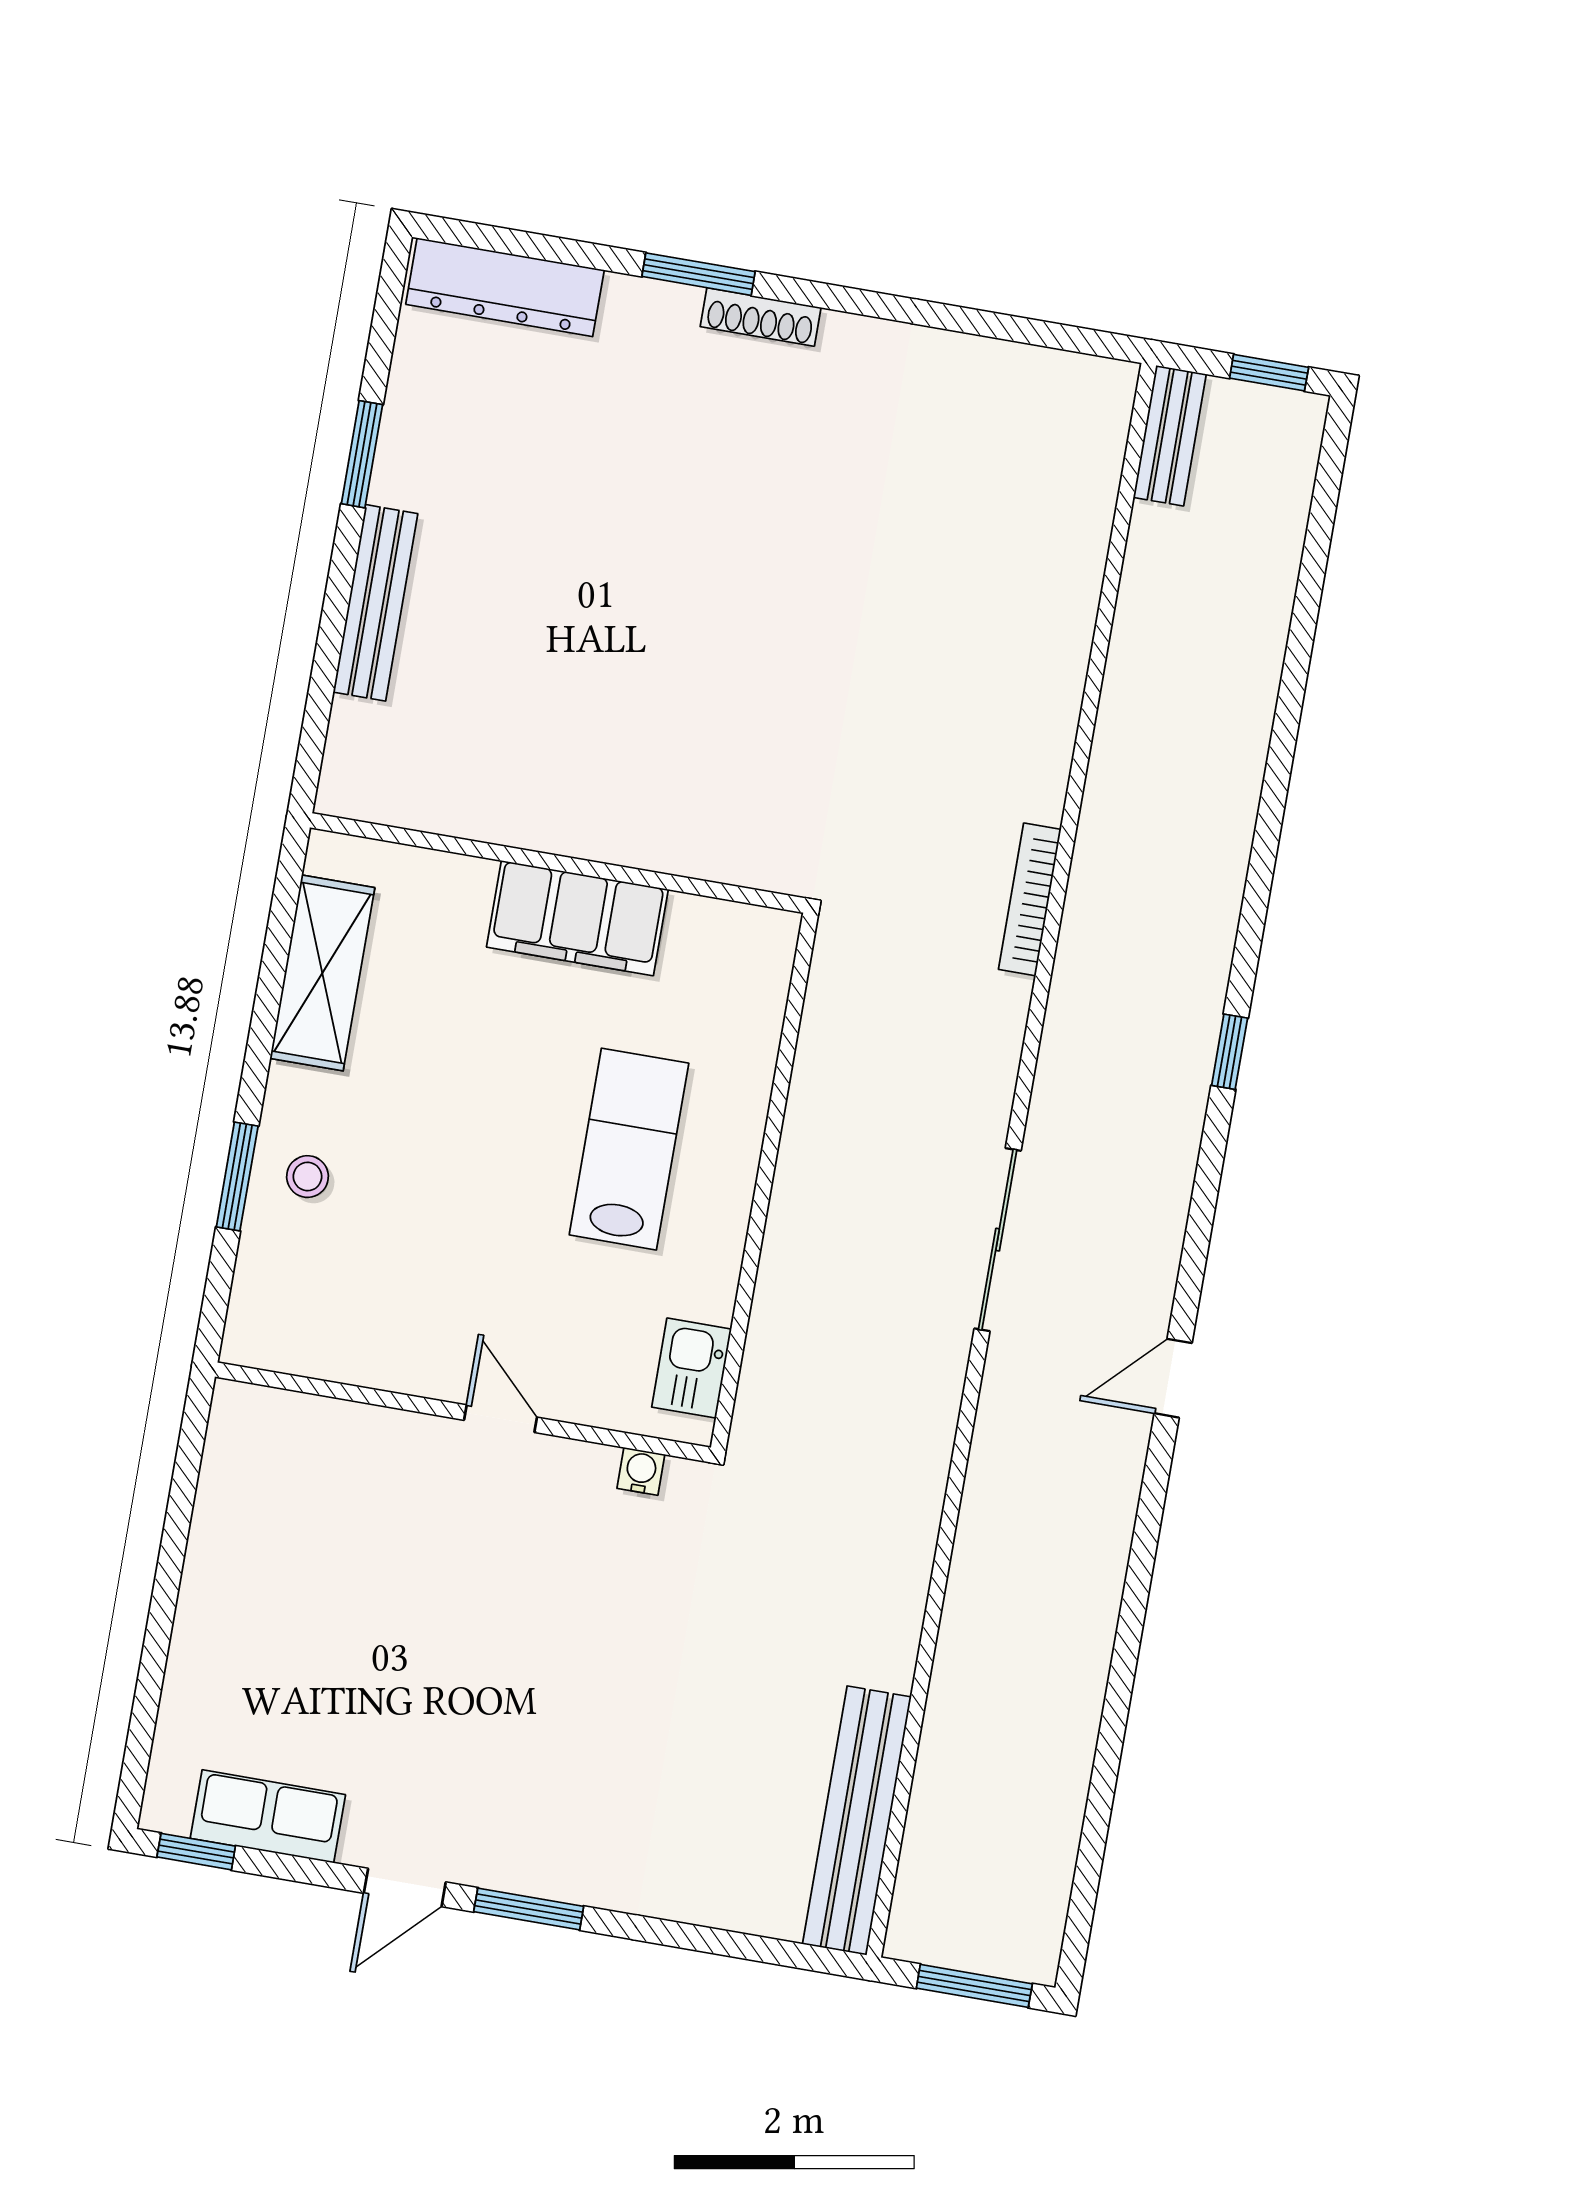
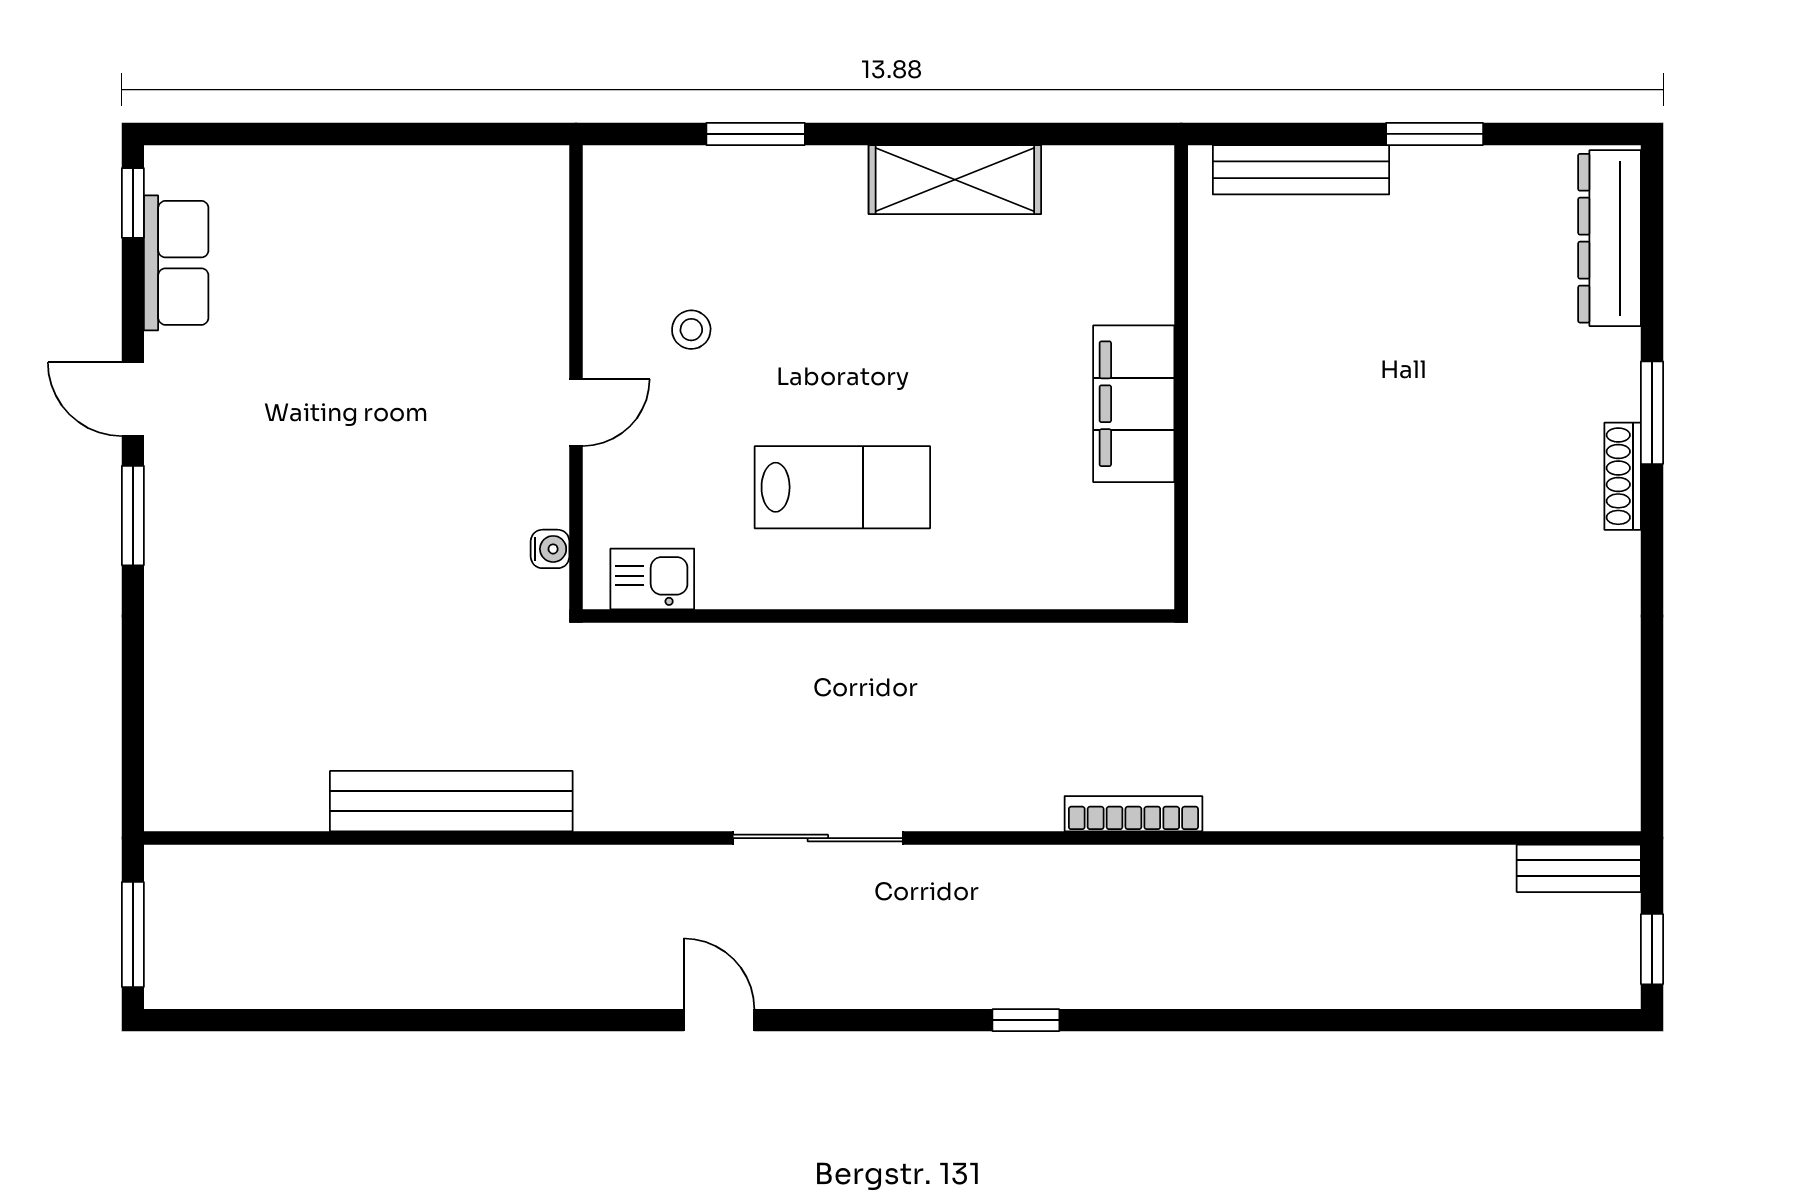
wall: (558, 863) -> (1181, 377), moved
filing cabinet: (577, 918) -> (1134, 404), moved
stool: (308, 1177) -> (691, 330), moved
bench: (857, 1820) -> (451, 801), moved

